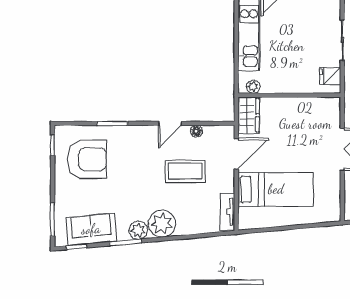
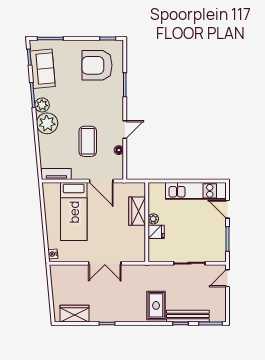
fridge: (330, 76) -> (156, 232), moved, turned 90
plant: (253, 87) -> (153, 219), moved
wardrobe: (249, 115) -> (137, 211), moved, turned 90
door: (170, 123) -> (125, 130), swing flipped
armchair: (87, 159) -> (97, 65), turned 90
nightstand: (330, 216) -> (53, 254), added

